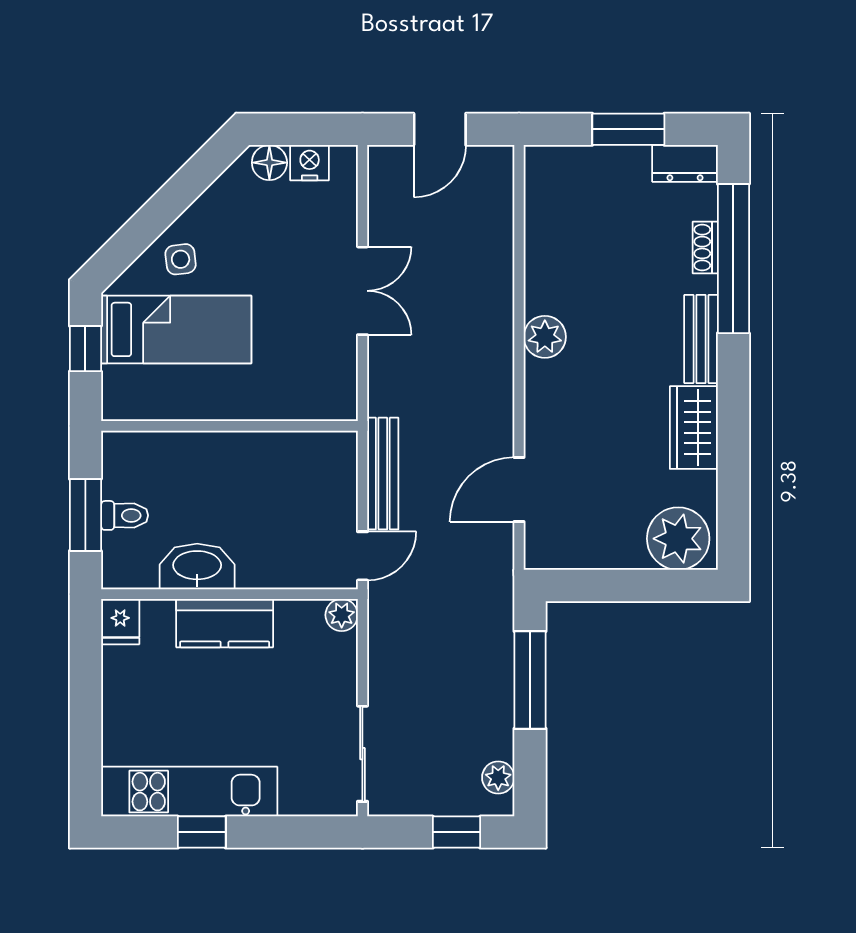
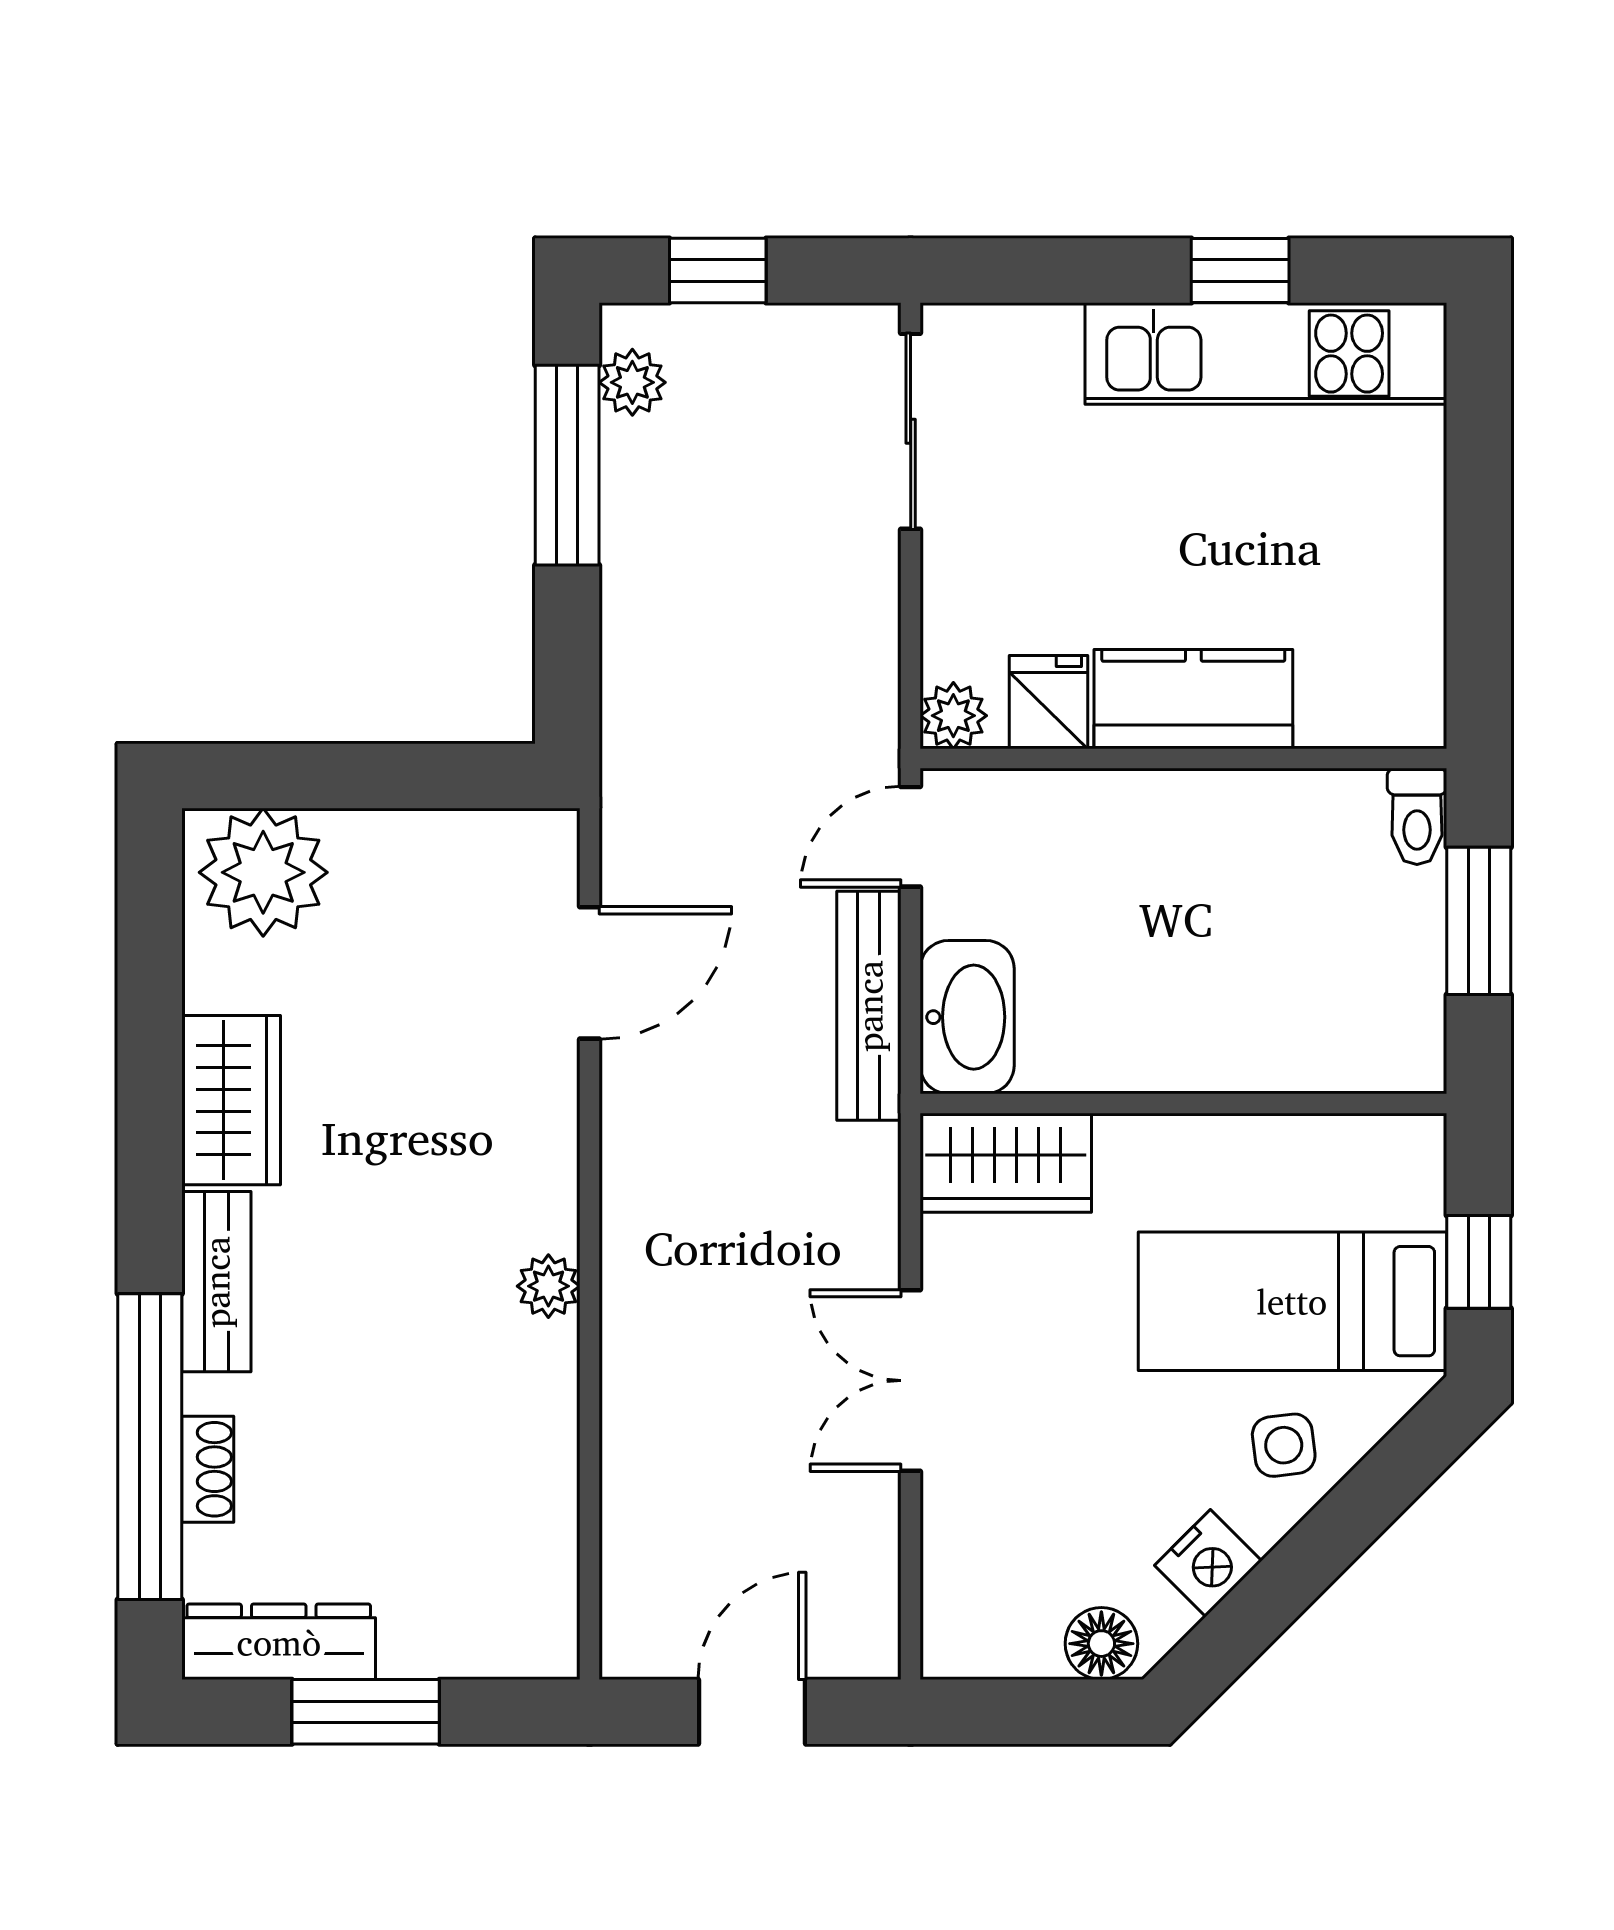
nightstand: (310, 163) -> (1208, 1563), moved, turned -45
dresser: (685, 163) -> (279, 1642), width x1.44
plant: (545, 337) -> (548, 1286), width x0.73, depth x0.73
wardrobe: (316, 397) -> (1006, 1163), added
toilet: (125, 515) -> (1417, 816), moved, turned -90
washbasin: (197, 567) -> (967, 1017), moved, turned -90
fridge: (120, 622) -> (1048, 702), moved
window: (530, 680) -> (567, 465), moved

